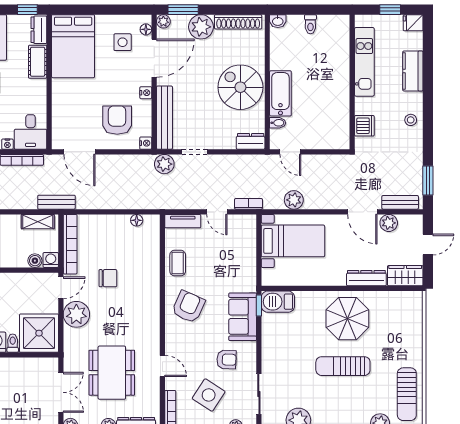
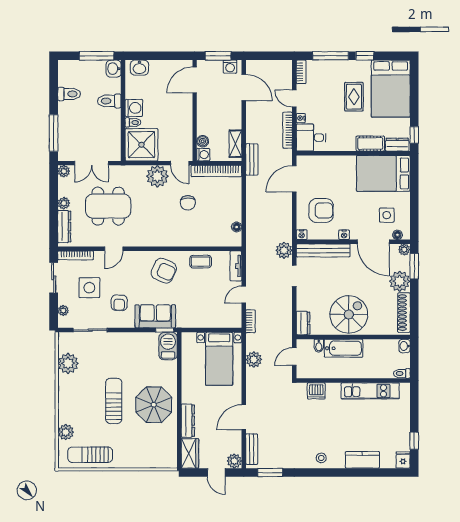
kitchen unit: (364, 62) -> (370, 391), moved
wall: (352, 82) -> (353, 381), moved
dishwasher: (364, 126) -> (316, 391), moved
plant: (389, 223) -> (234, 461), moved
side table: (209, 395) -> (89, 288), turned -33

